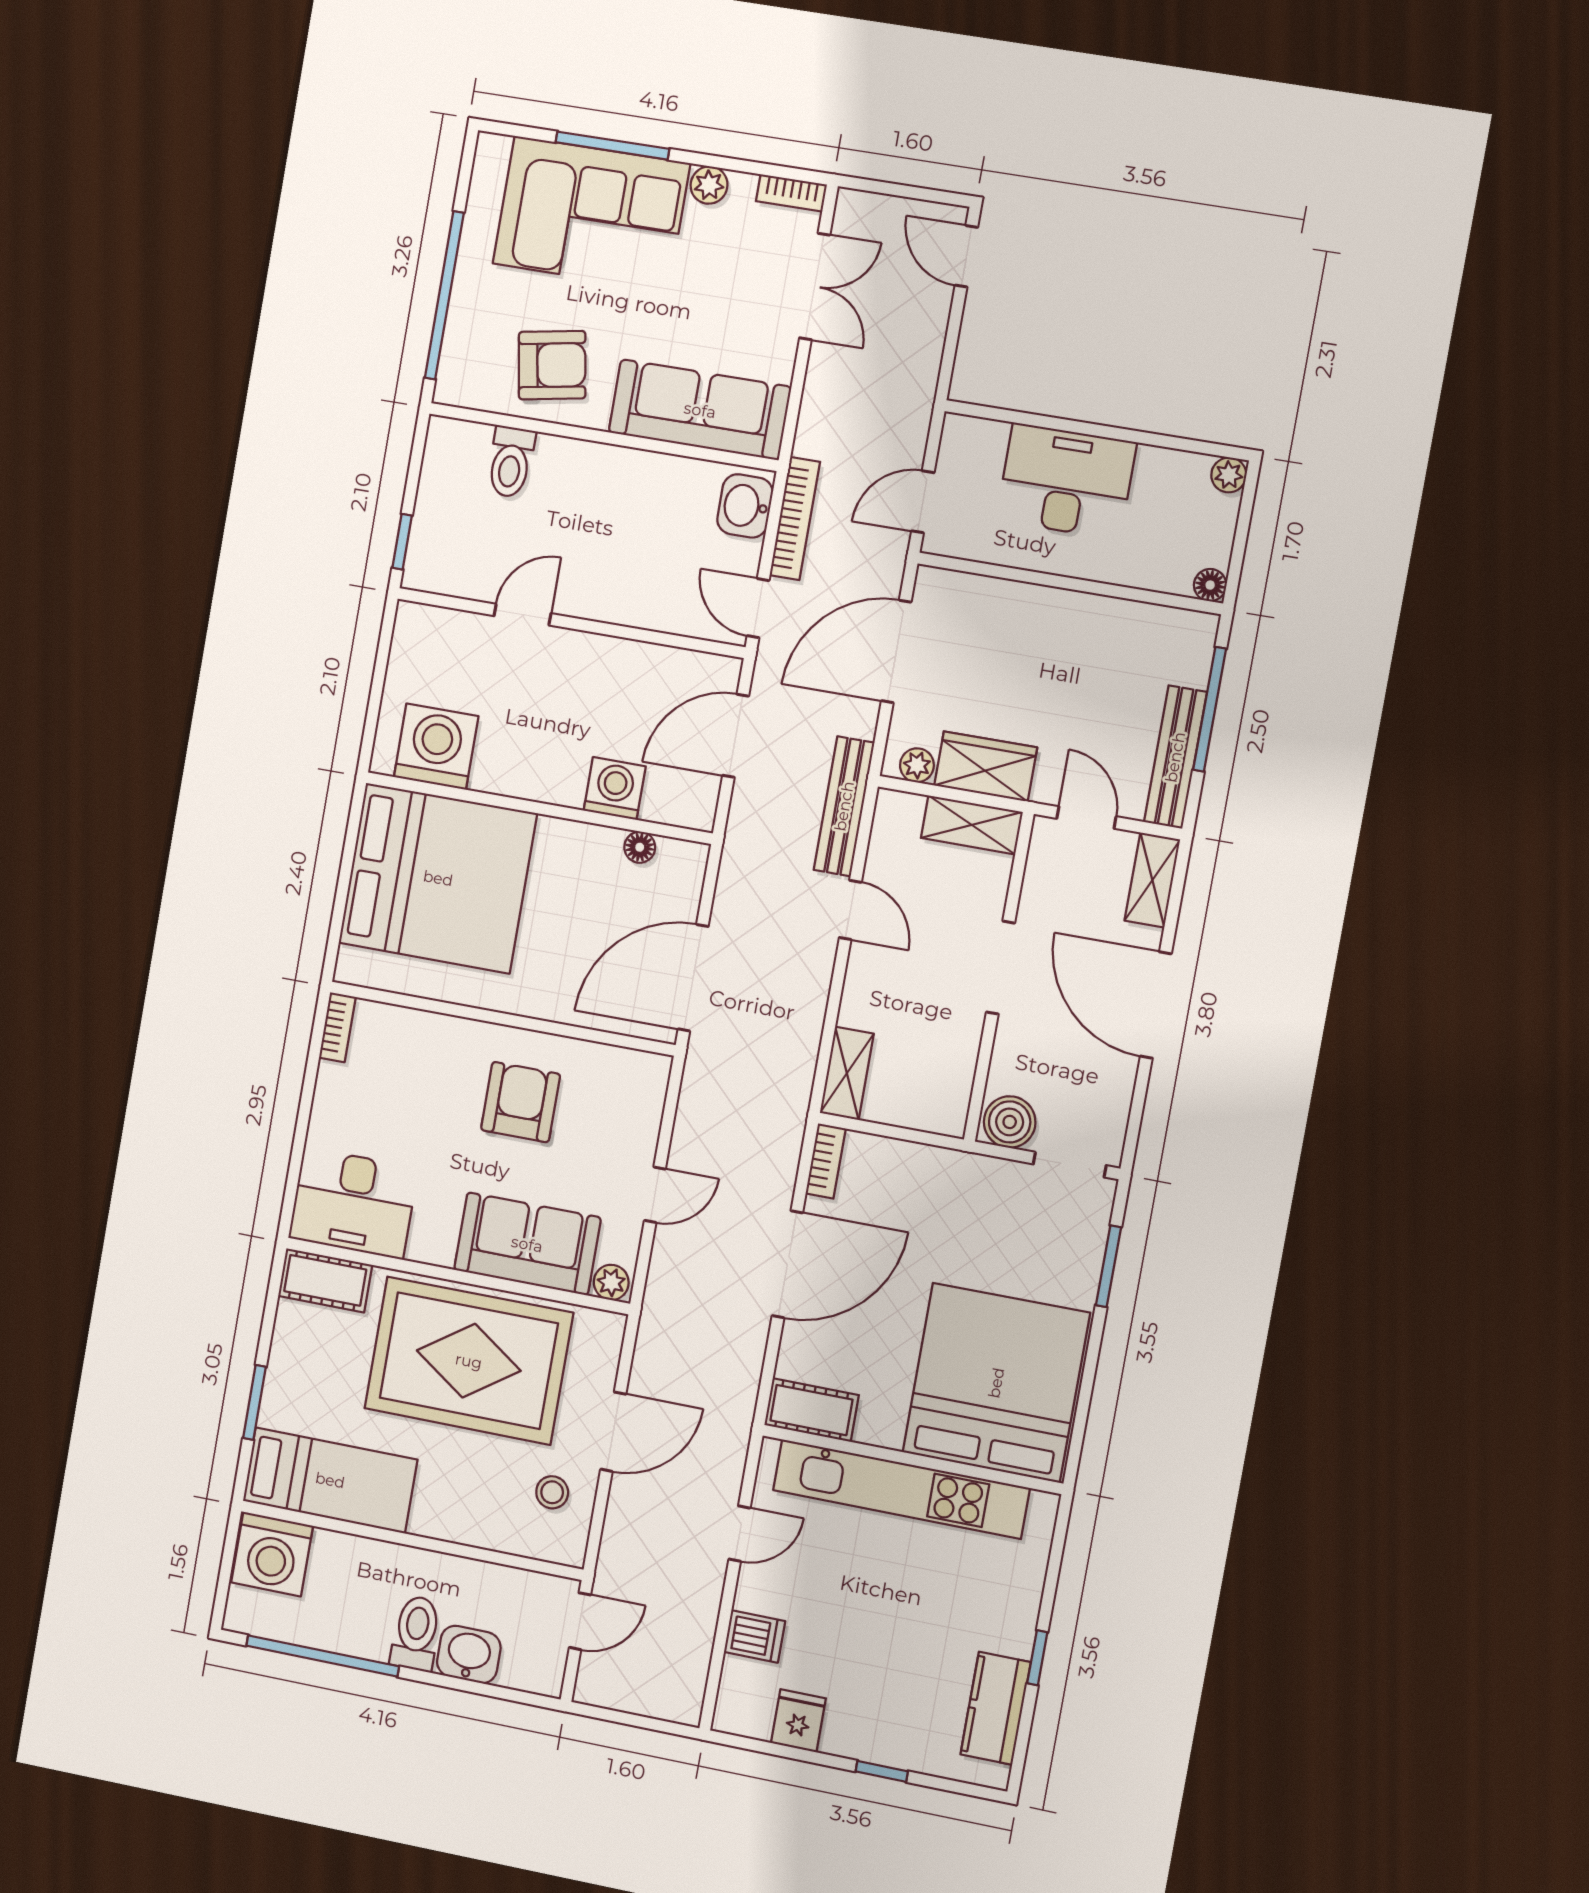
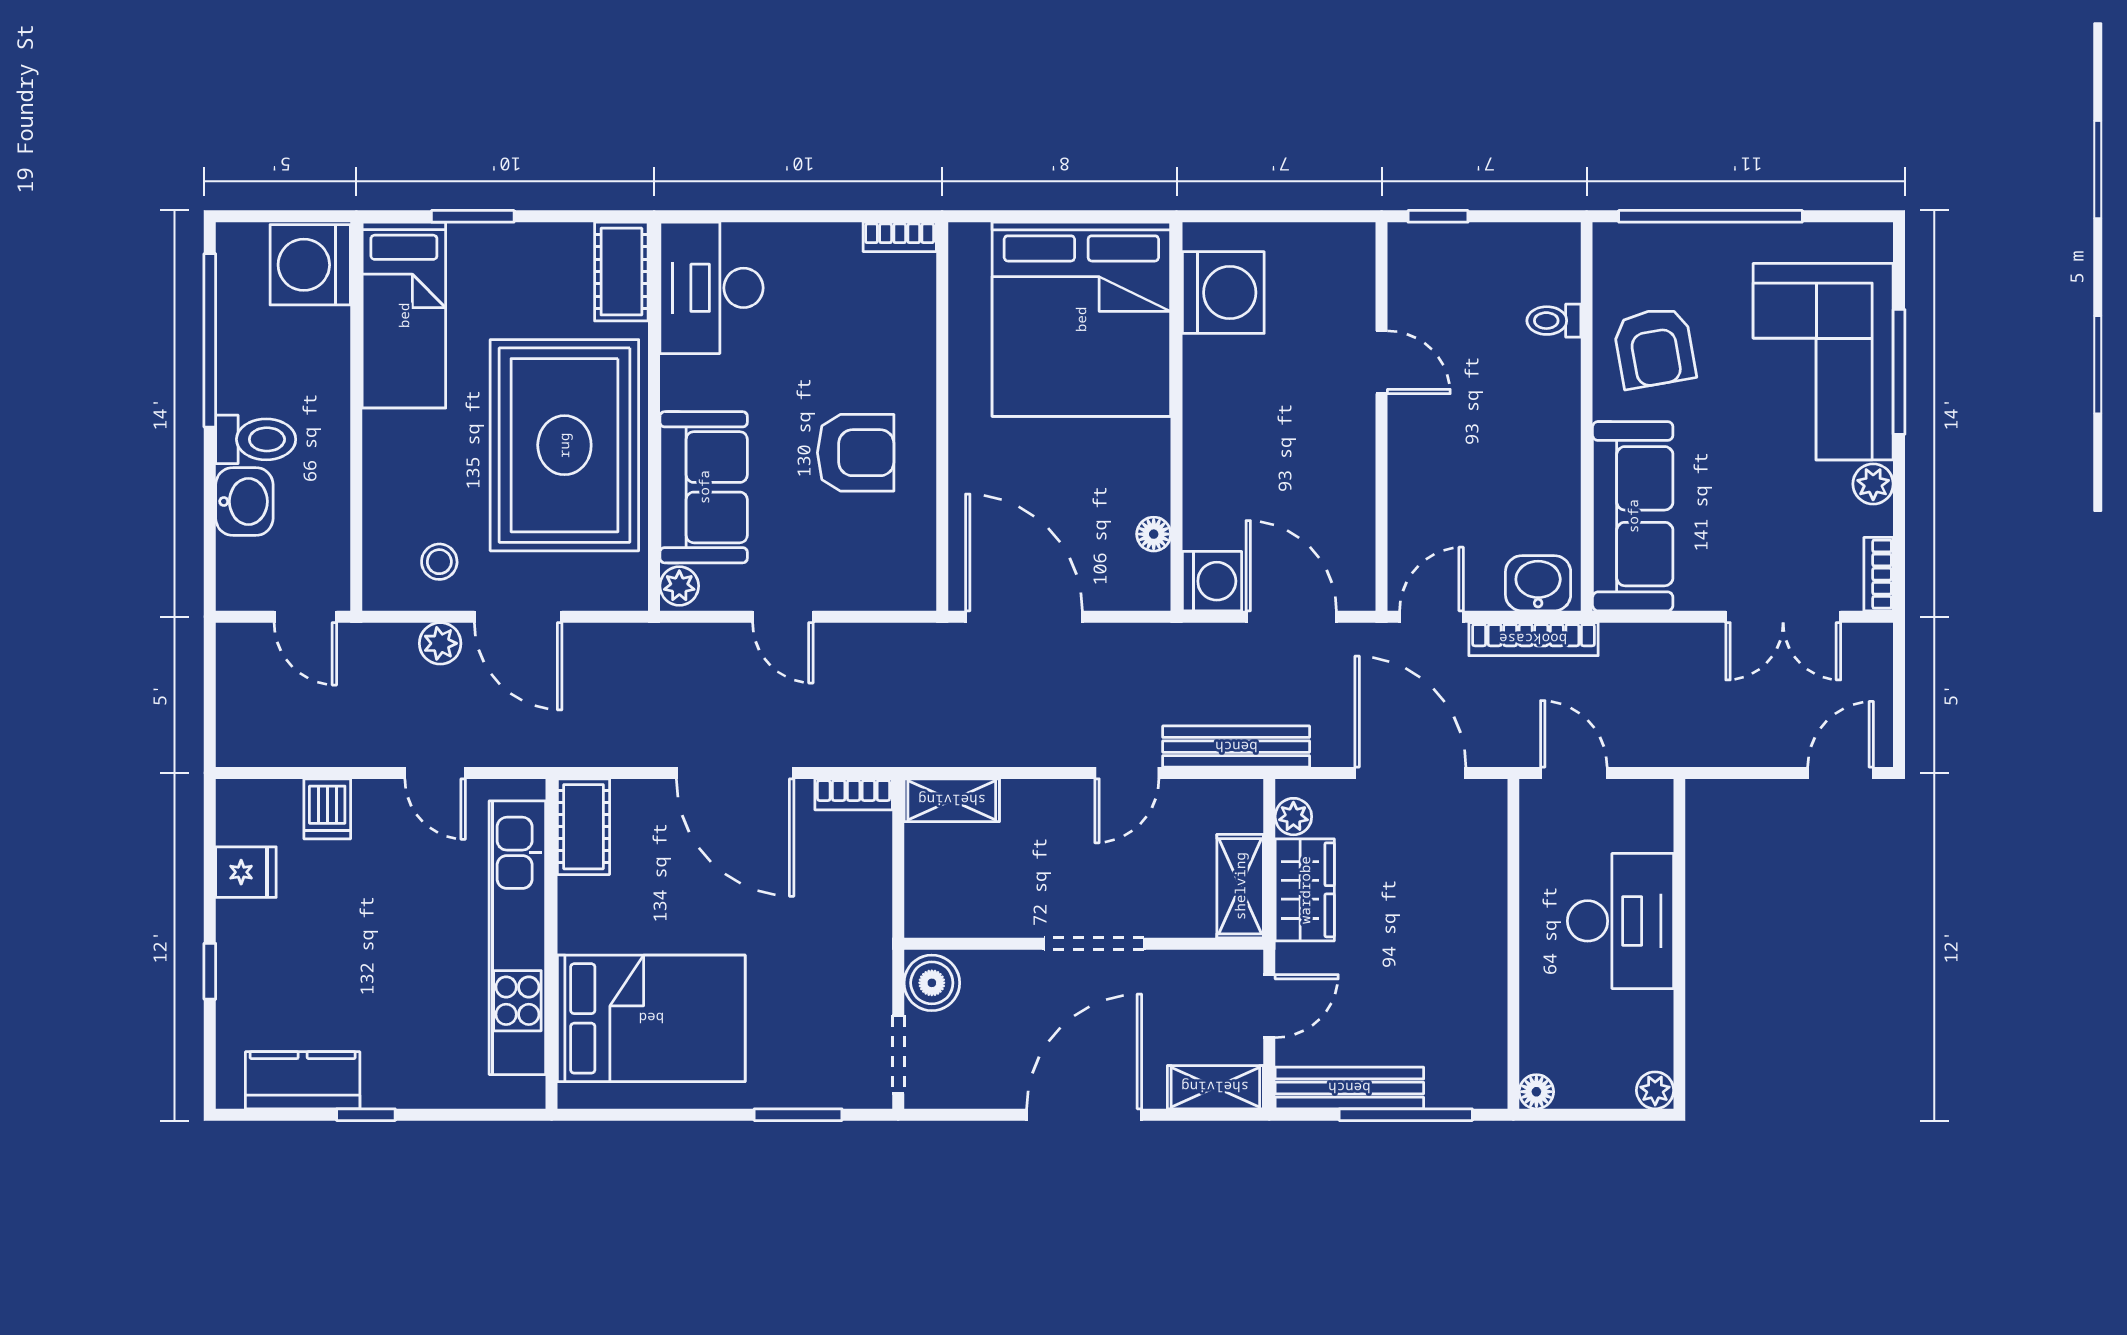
toilet: (511, 462) -> (1554, 321), width x0.73, depth x0.72
washing machine: (615, 788) -> (1212, 581), moved
bed: (996, 1383) -> (651, 1018), width x0.73
plant: (625, 1506) -> (440, 643), added

